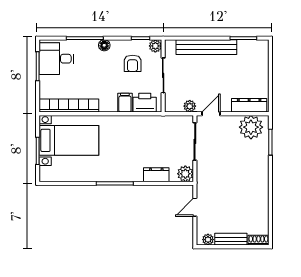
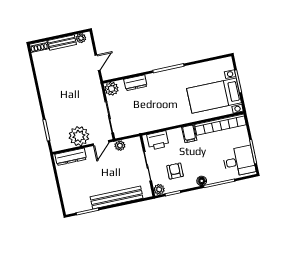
filing cabinet: (125, 103) -> (189, 134), moved
plant: (251, 127) -> (79, 136), moved

